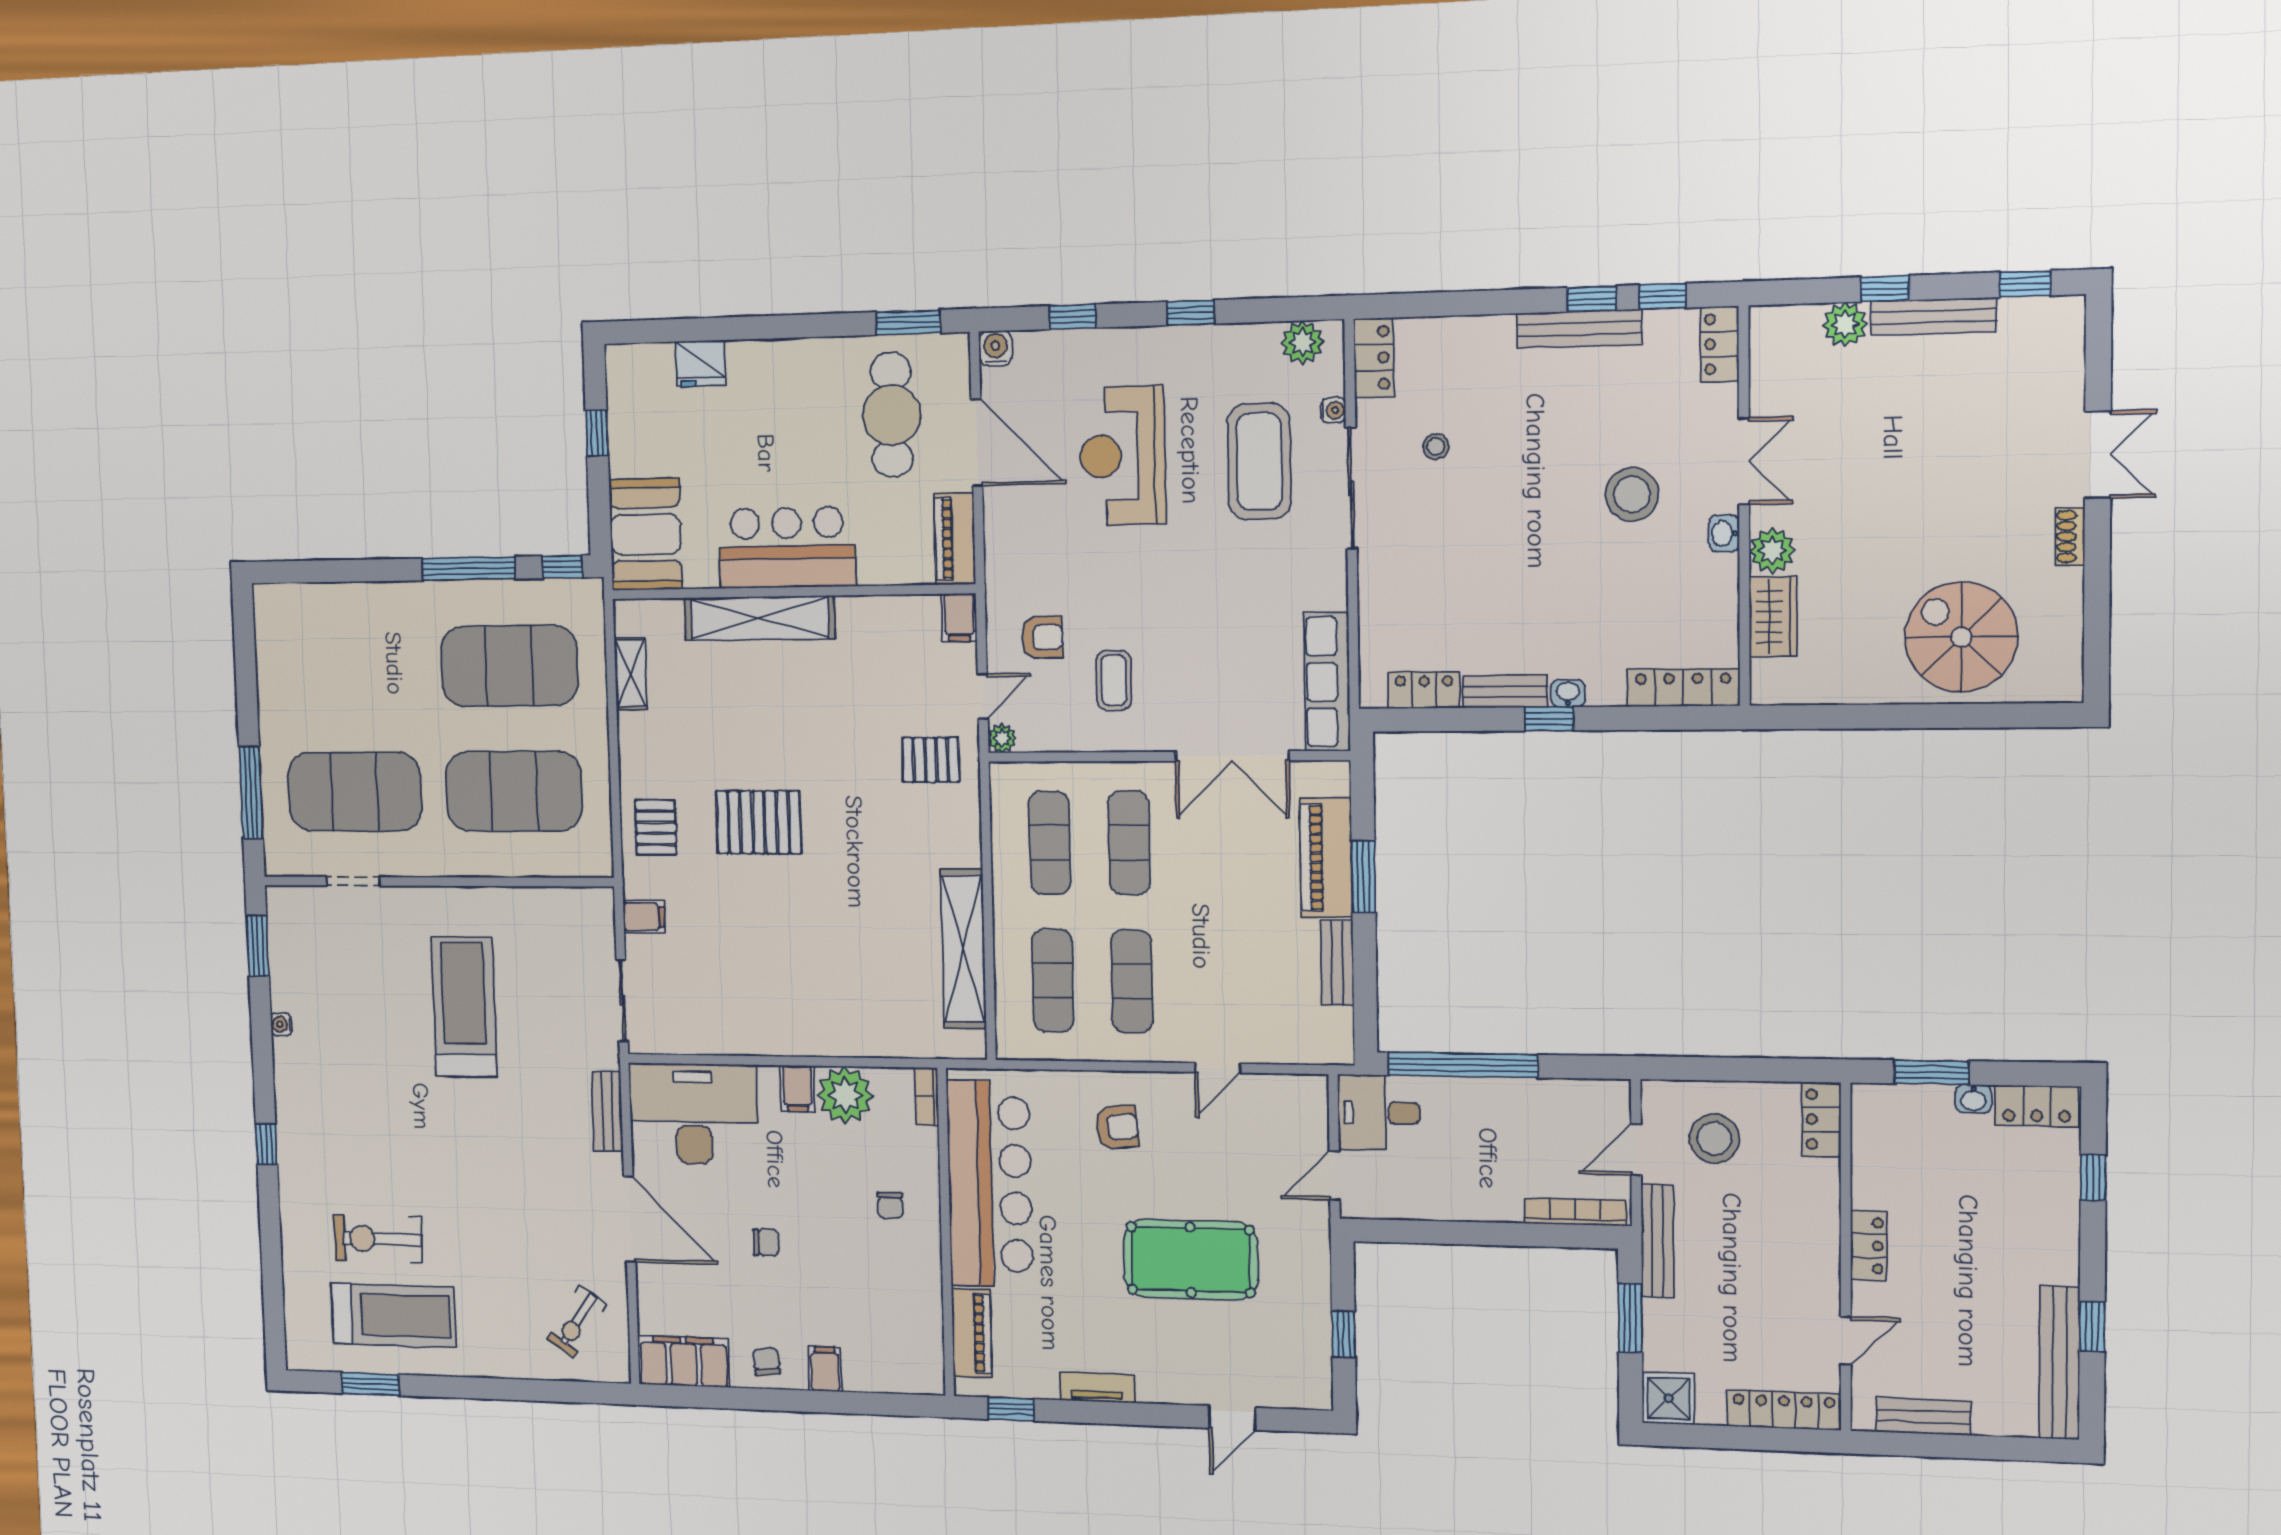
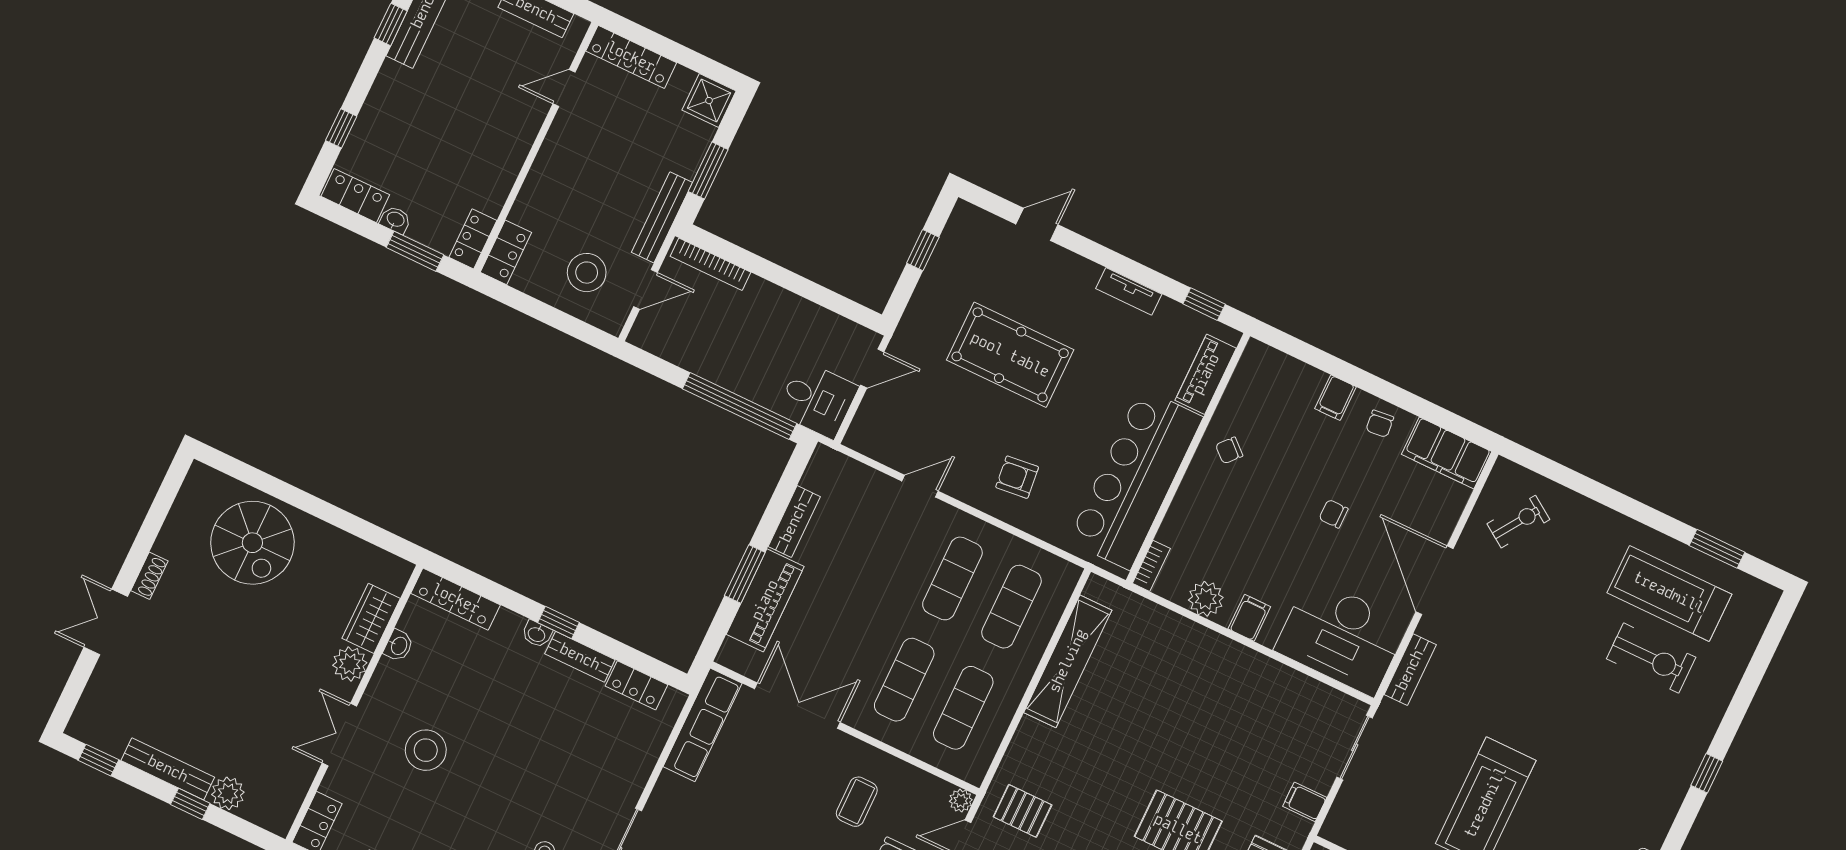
washbasin: (1724, 533) -> (399, 646), moved
plant: (845, 1095) -> (1206, 599), width x0.73, depth x0.73
chair: (890, 1205) -> (1229, 450), moved, turned -138
locker: (1869, 1246) -> (473, 239), moved

